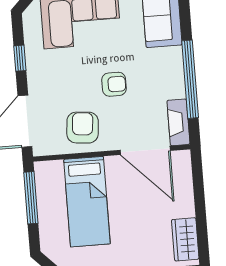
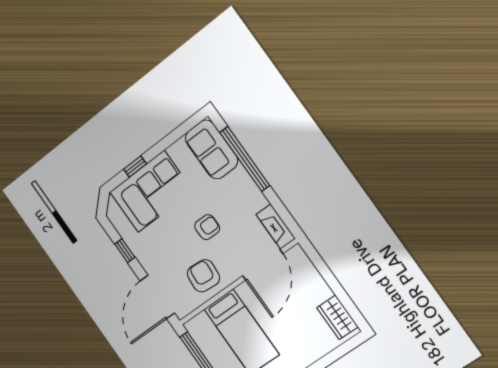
window: (190, 79) -> (245, 159), moved
door: (145, 150) -> (263, 265), hinge flipped

